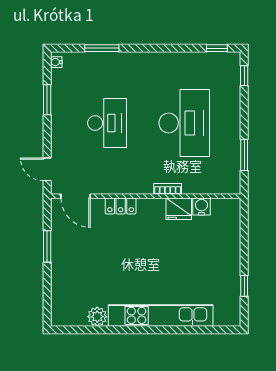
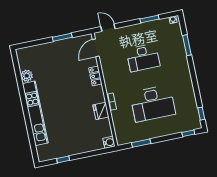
door: (47, 169) -> (108, 28), hinge flipped
water cooler: (201, 206) -> (109, 142), moved

